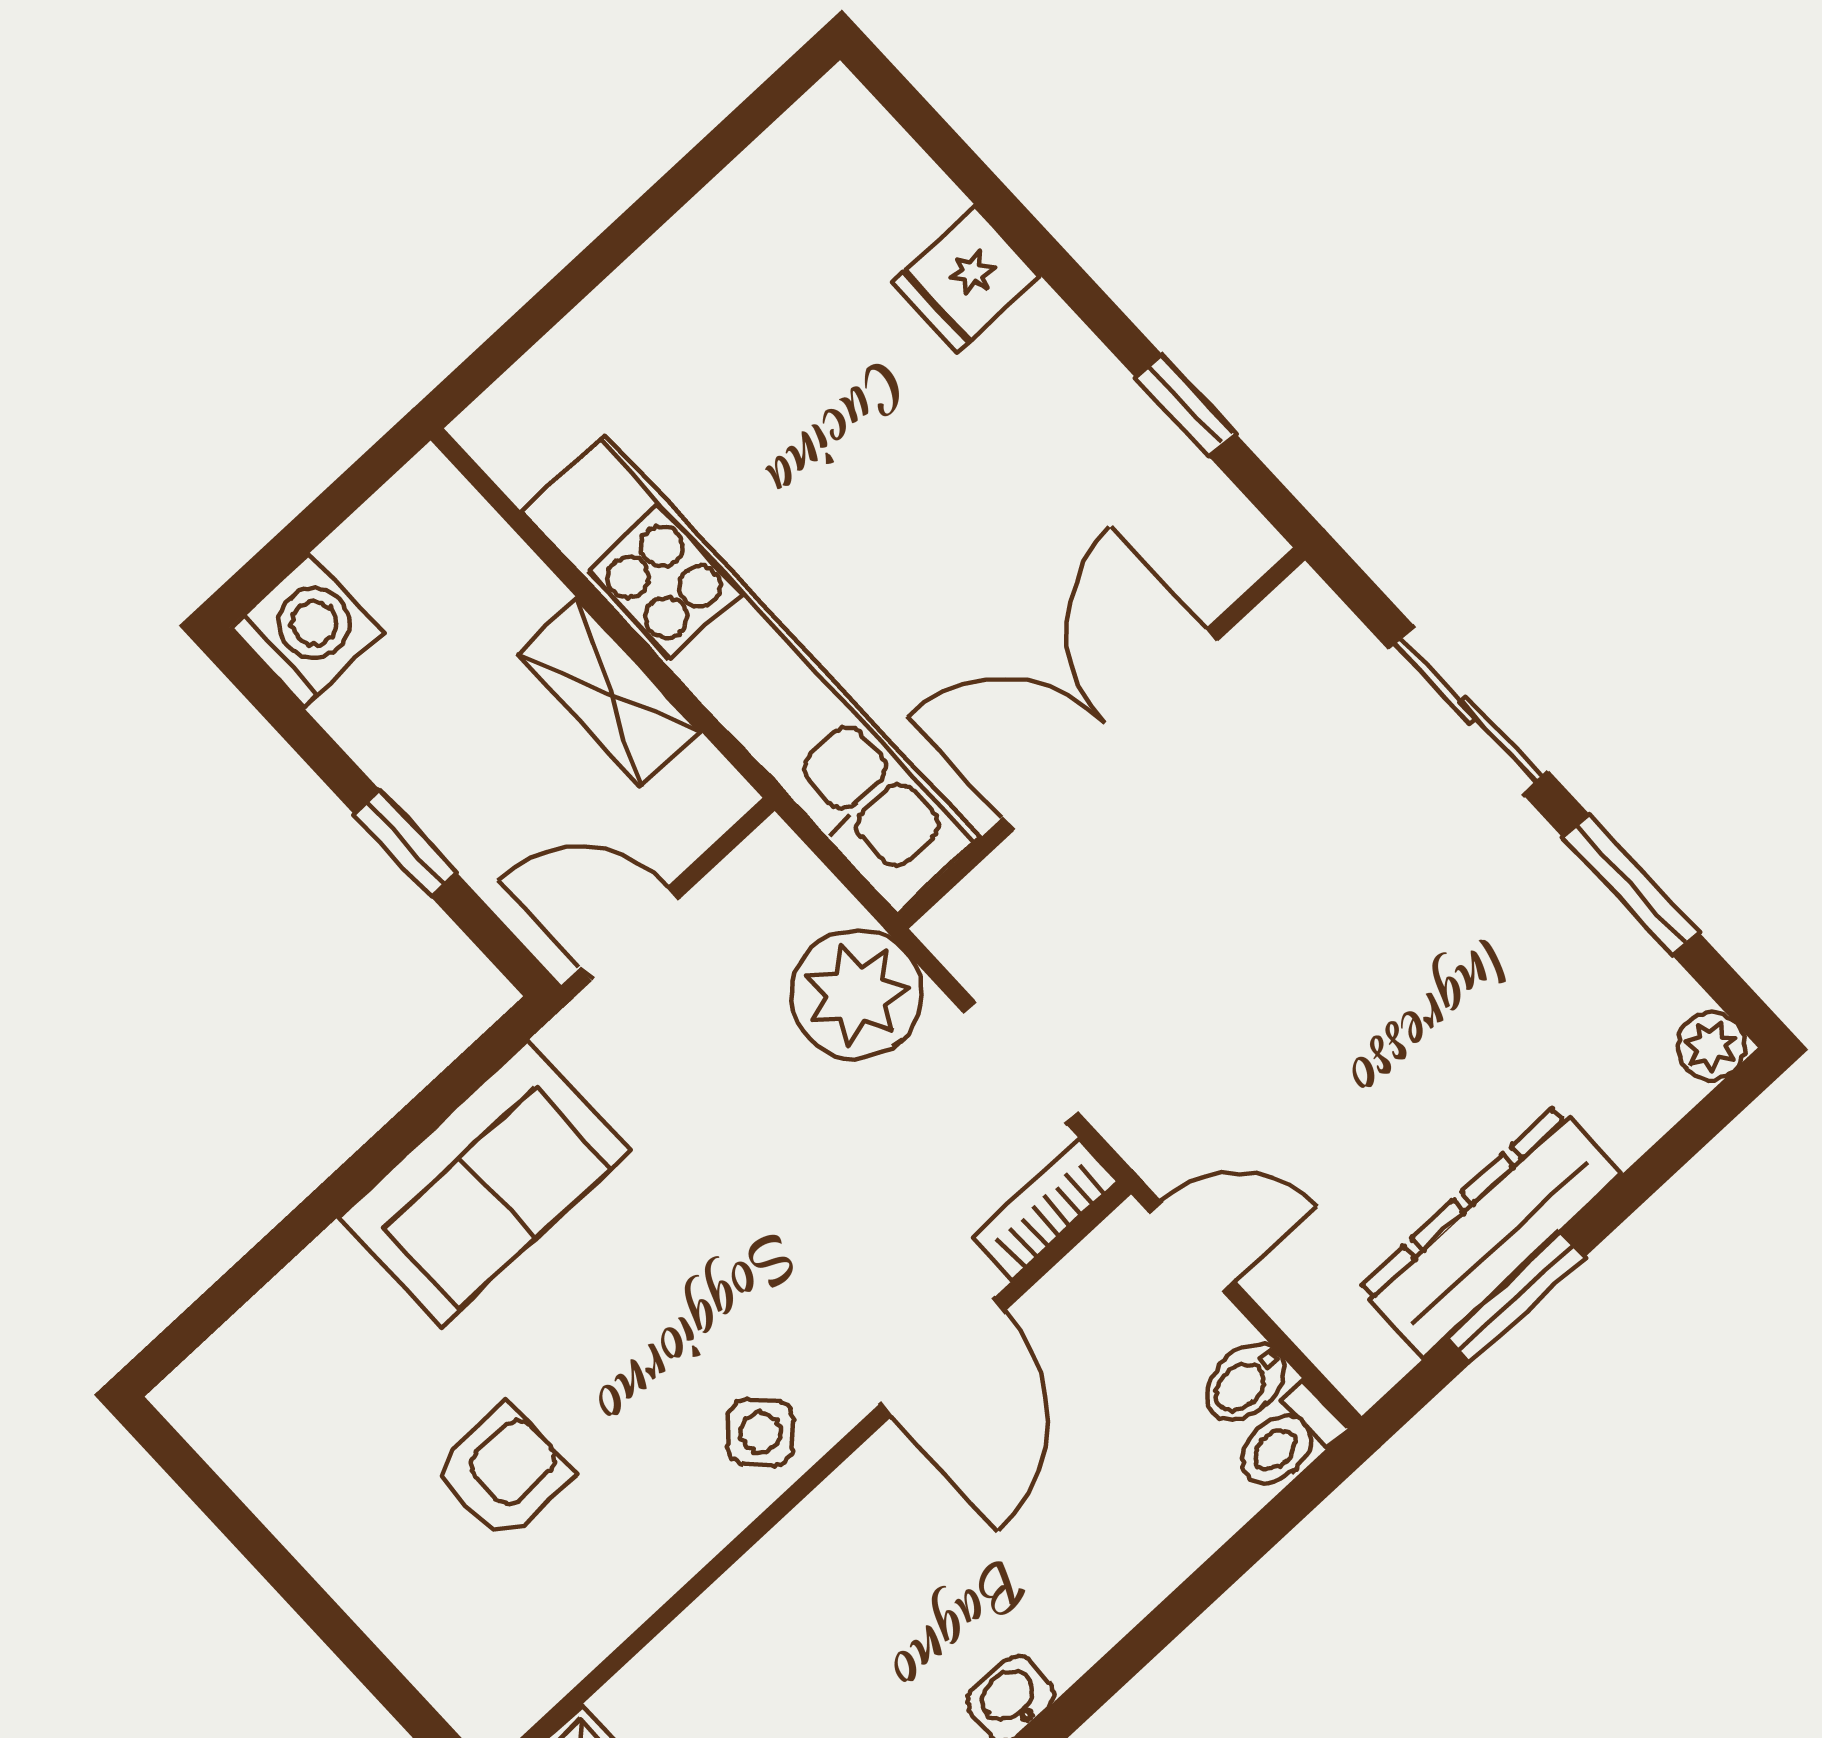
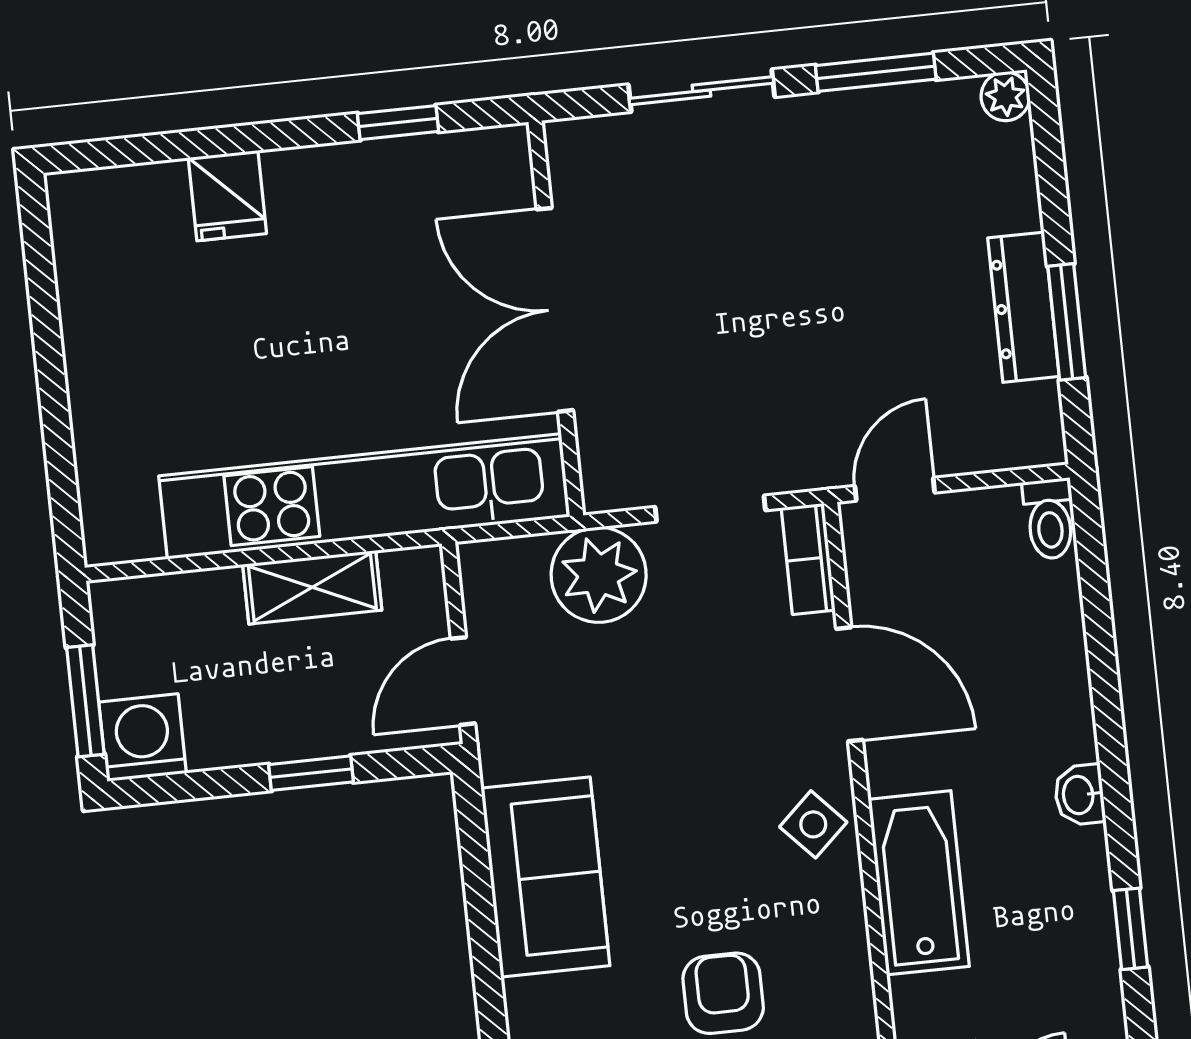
window: (299, 538) -> (85, 701), added
dresser: (1490, 1231) -> (1023, 307), width x0.73, depth x0.80
bidet: (1245, 1382) -> (997, 518), removed
bathtub: (783, 1595) -> (919, 883), added

